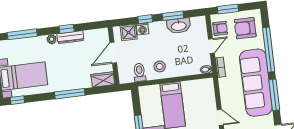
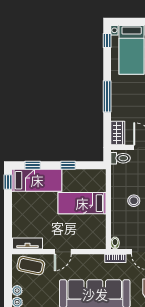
stool: (160, 66) -> (134, 201), moved
toilet: (139, 72) -> (121, 158), moved

